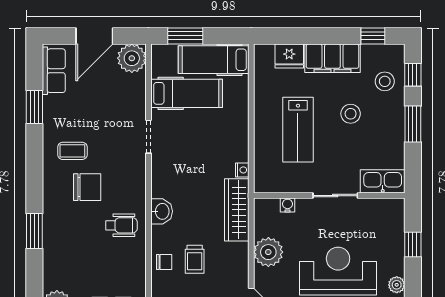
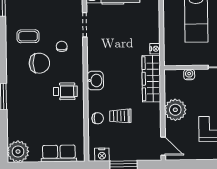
chair: (117, 165) -> (62, 46), added
trolley: (195, 259) -> (120, 116), turned 90

